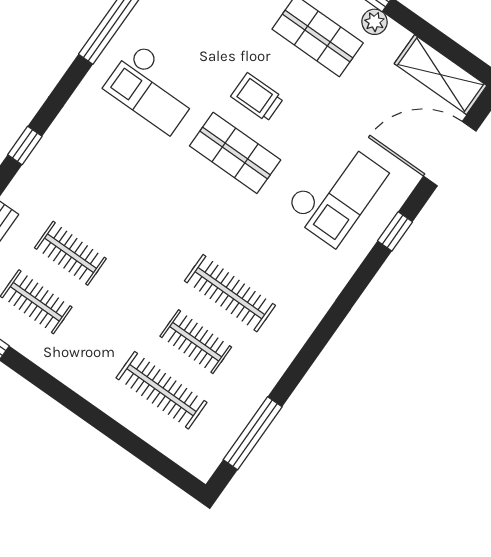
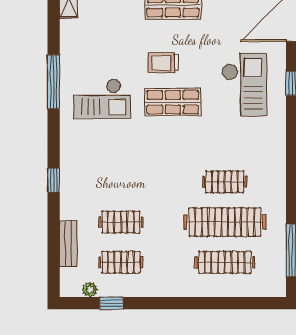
clothes rail: (230, 293) -> (225, 182), width x0.73
clothes rail: (196, 342) -> (225, 222), width x1.86, depth x1.31

